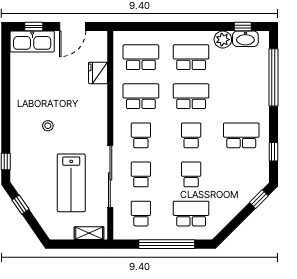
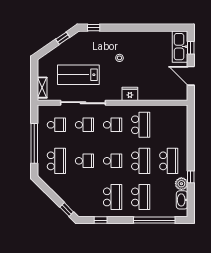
window: (243, 27) -> (191, 177), moved
school desk: (141, 57) -> (141, 197), moved
fridge: (98, 73) -> (130, 94), moved

